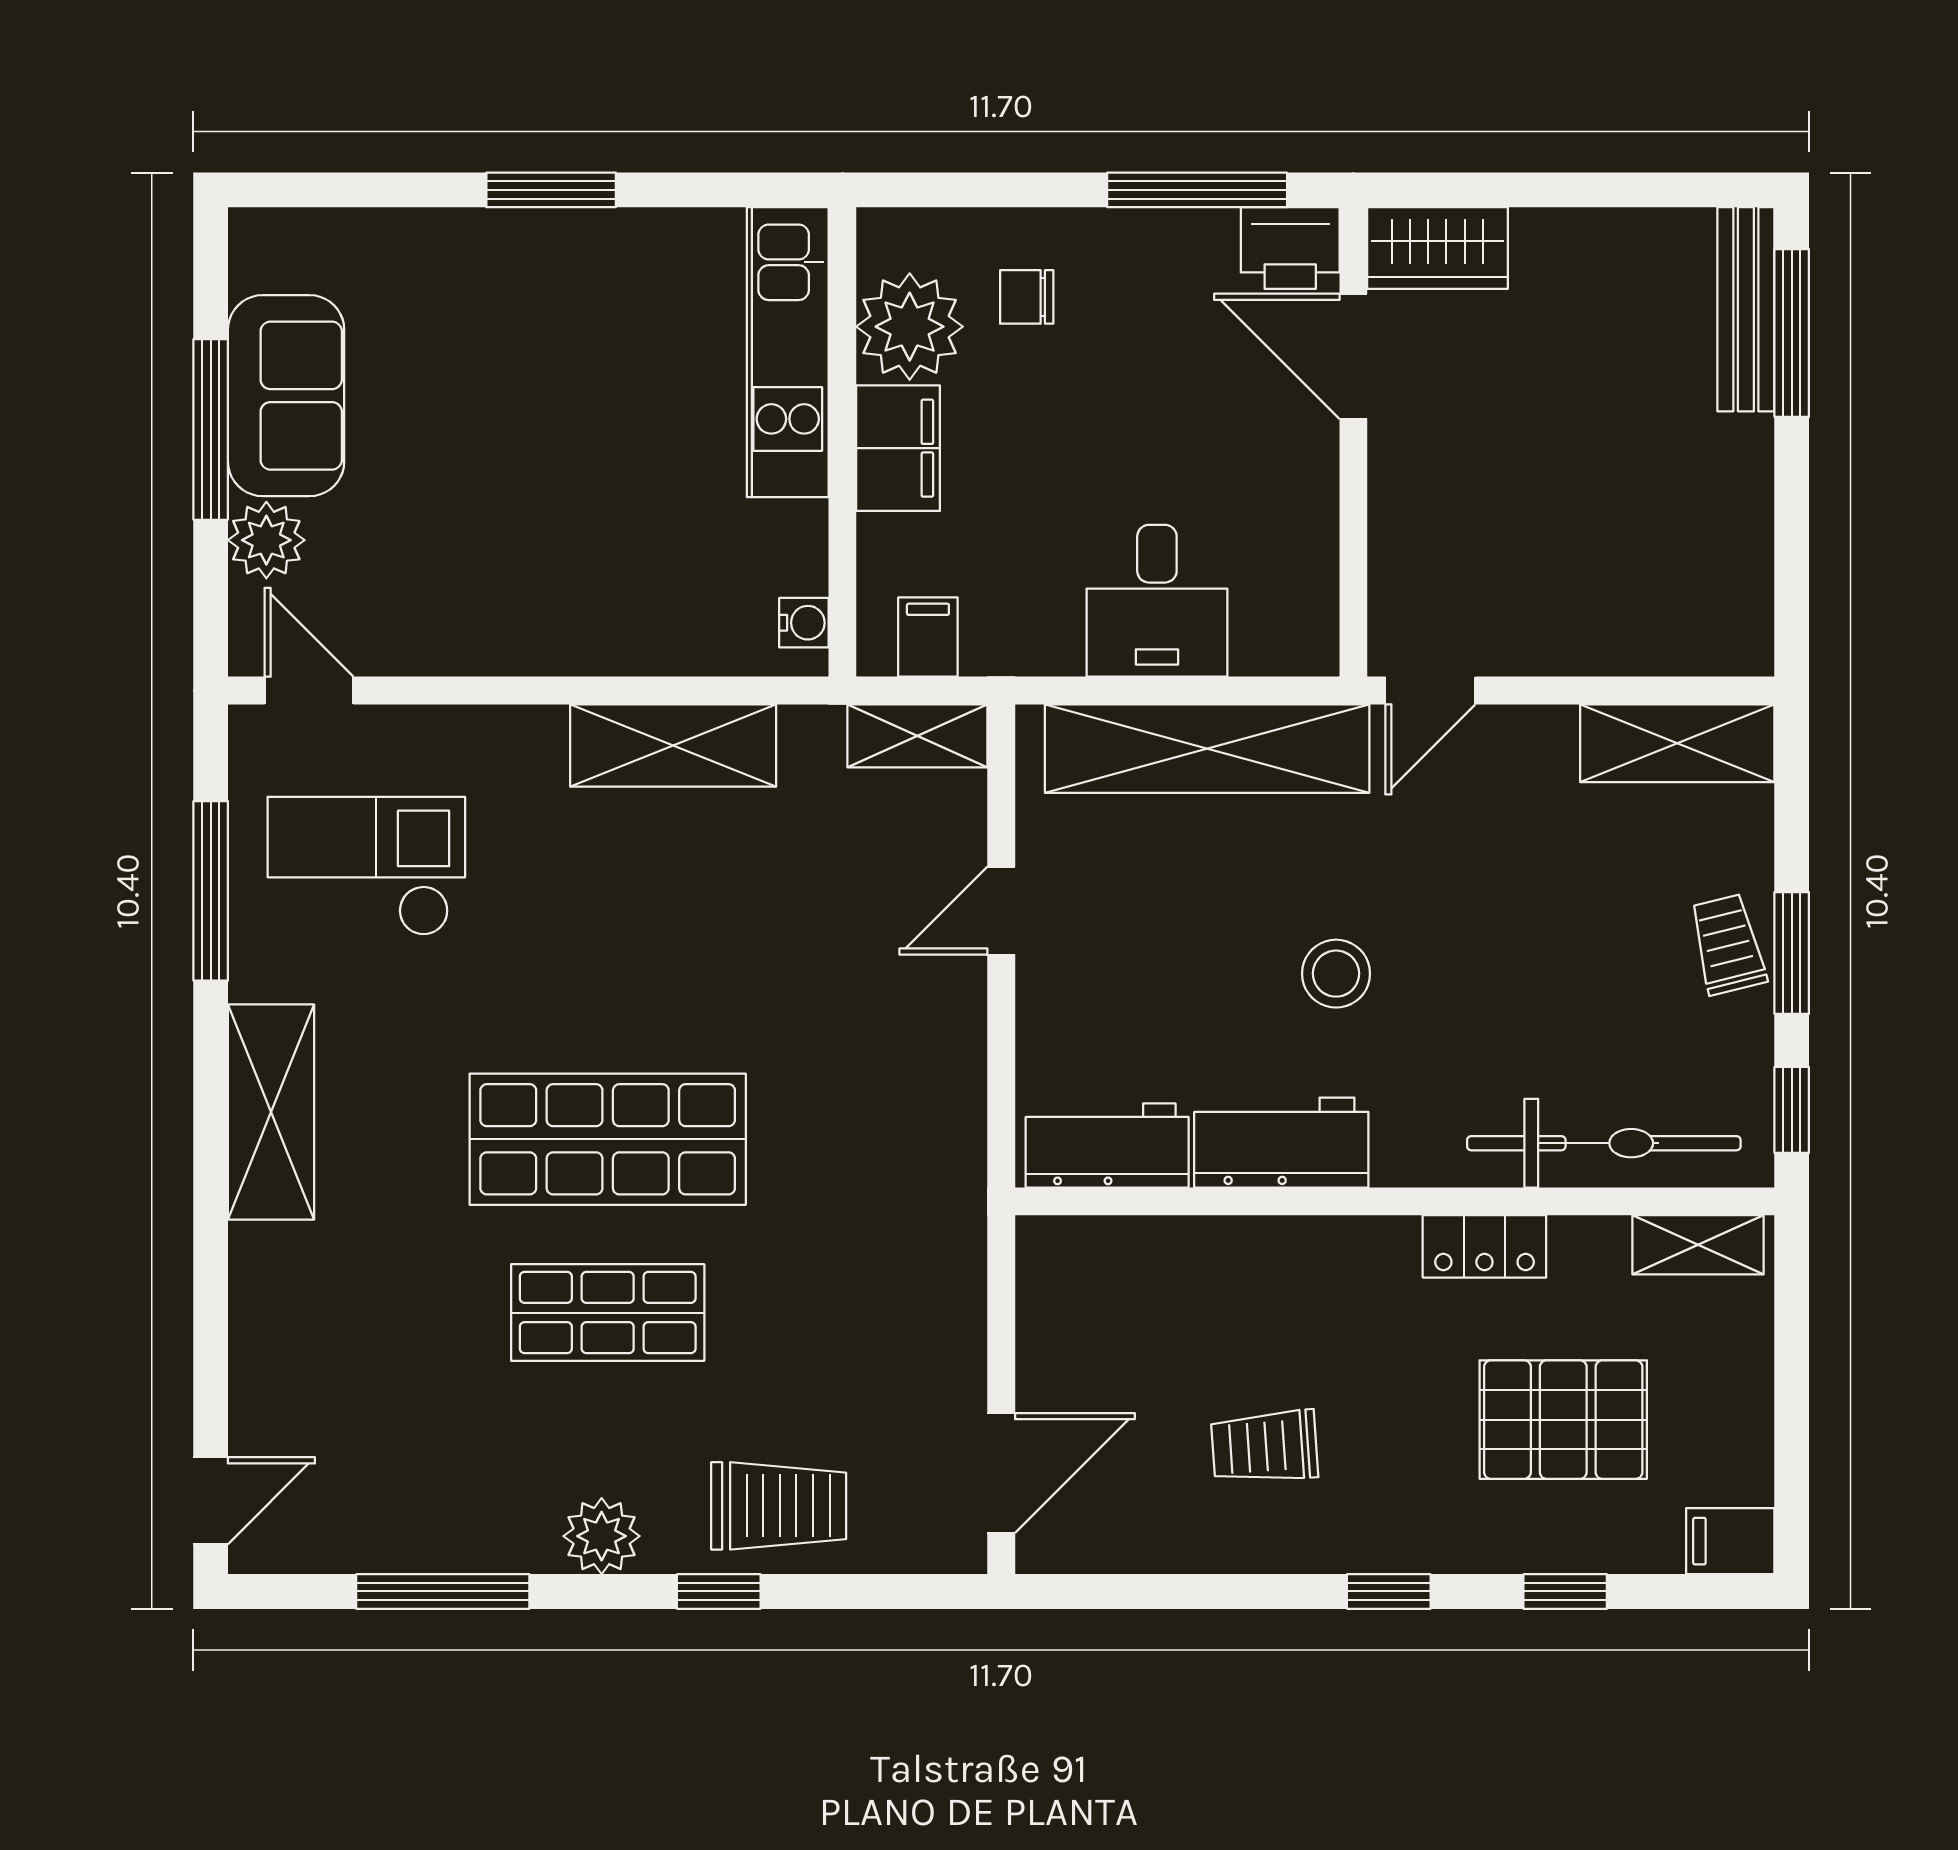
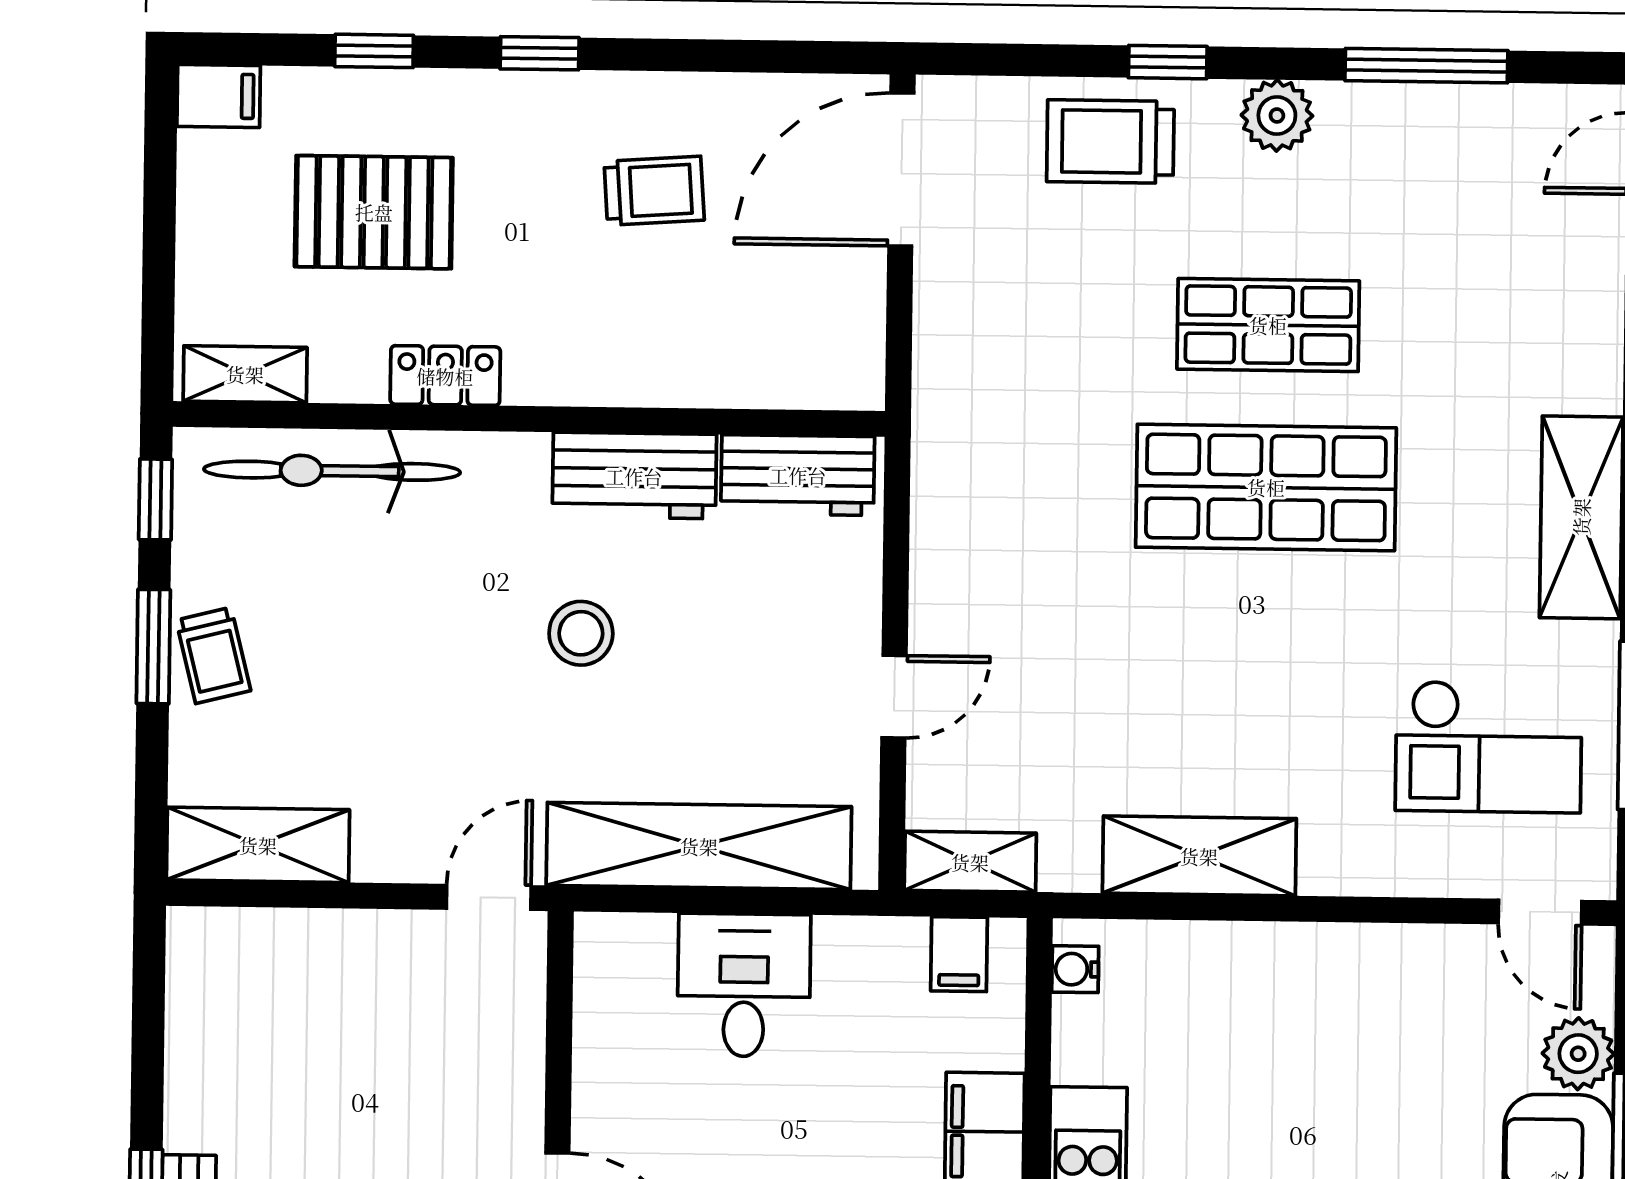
door: (1001, 1473) -> (901, 170), width x1.36

